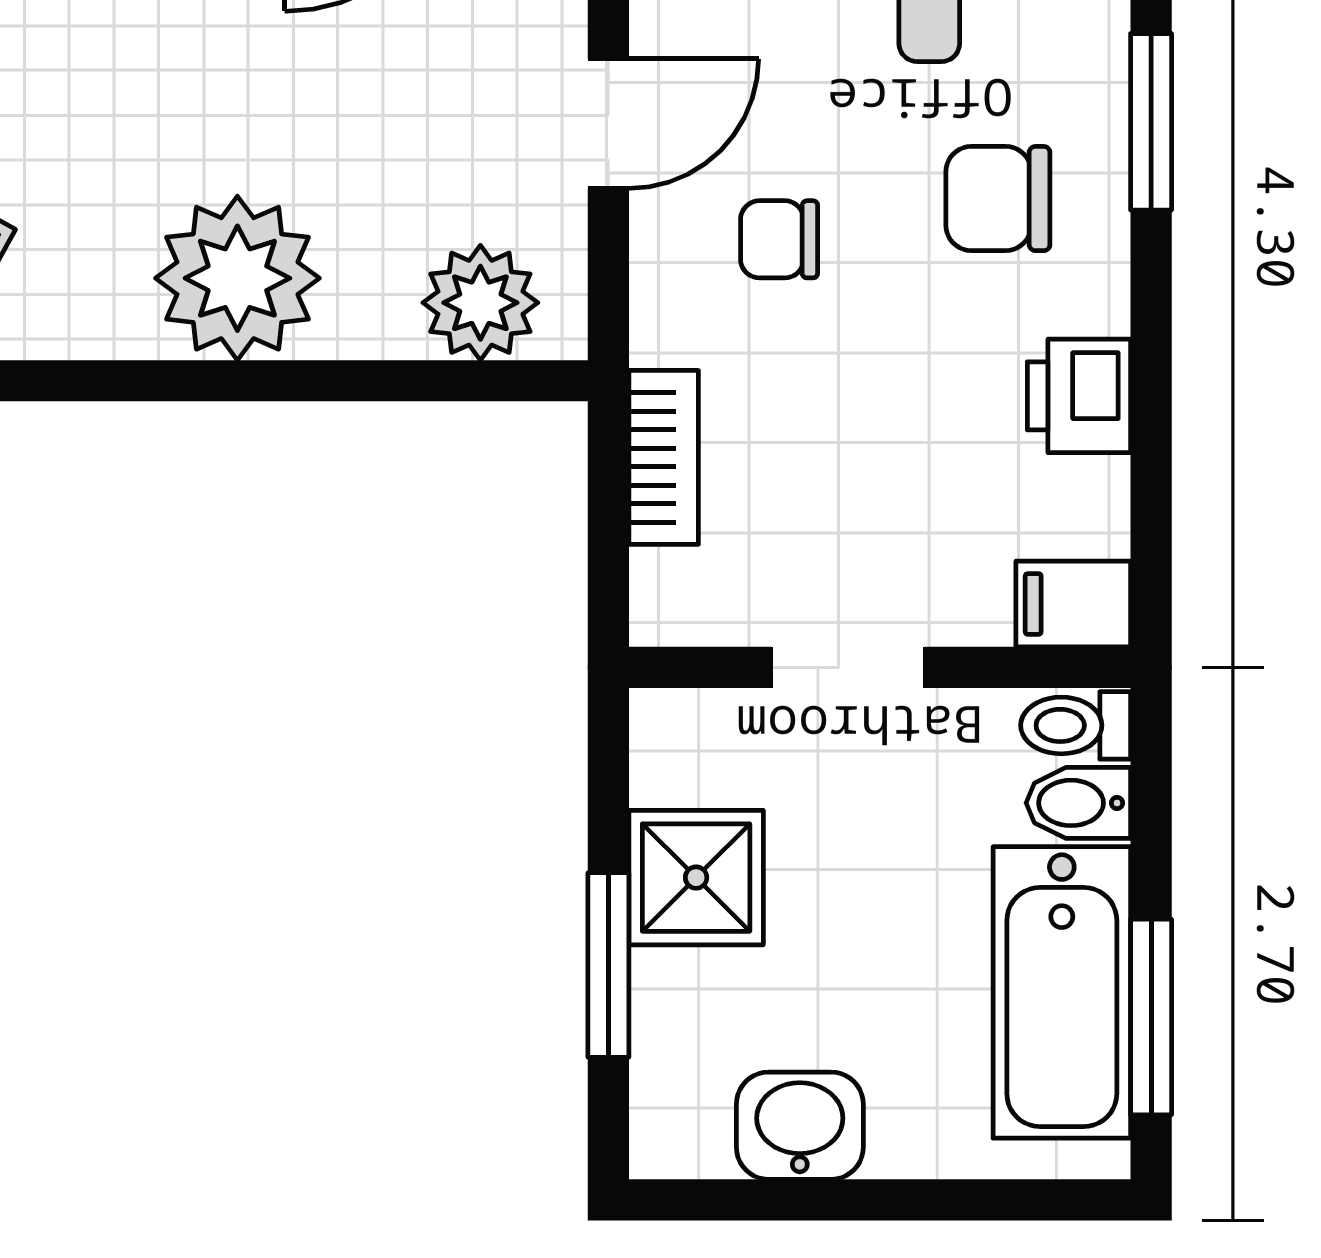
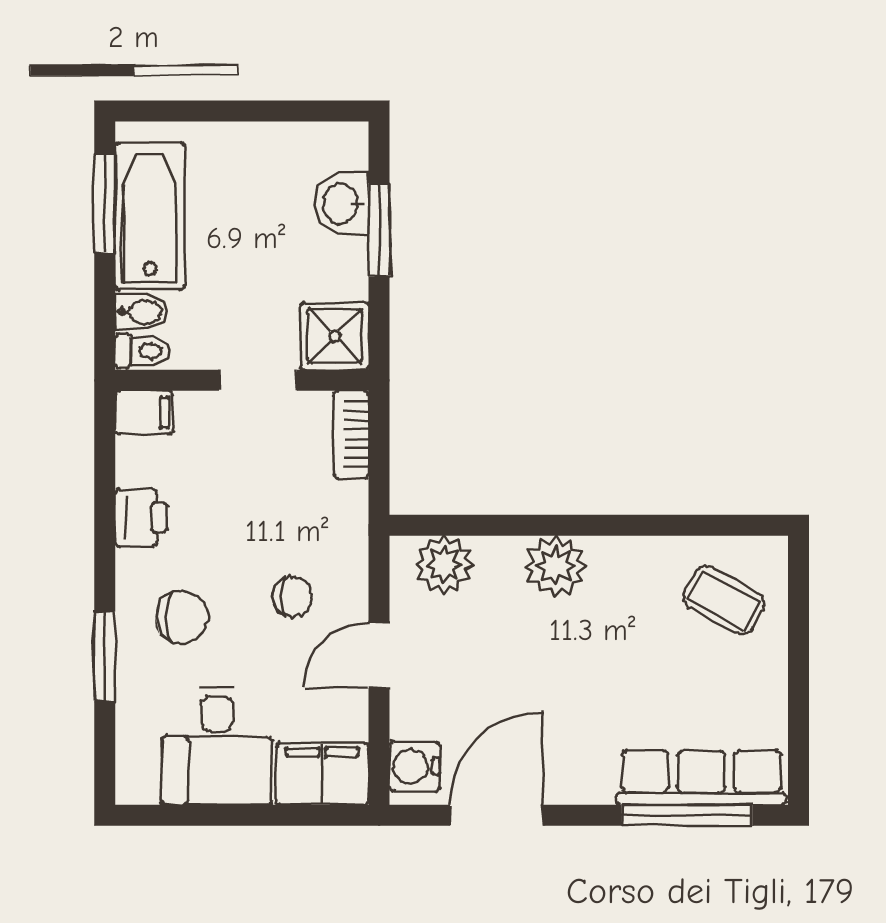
plant: (237, 278) -> (556, 566), width x0.73, depth x0.73
bookcase: (664, 457) -> (351, 435), moved
shower: (696, 878) -> (335, 336), moved
washbasin: (800, 1126) -> (342, 204), moved, turned 90

